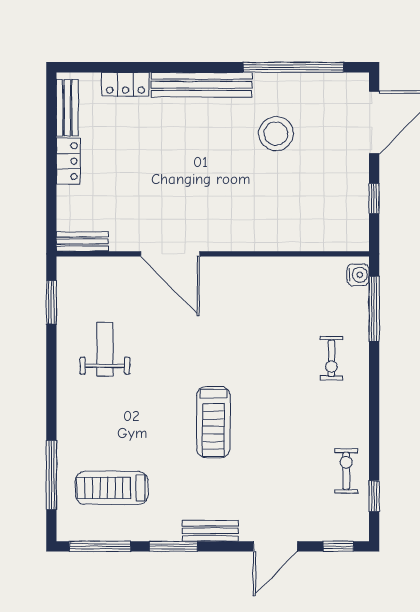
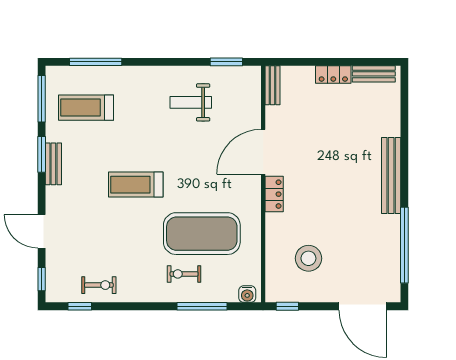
locker: (125, 84) -> (274, 194), moved, turned 180
stool: (276, 134) -> (308, 258), moved
window: (374, 199) -> (287, 306), moved
window: (374, 309) -> (202, 306), moved
exercise mat: (278, 335) -> (202, 234), added
weight bench: (105, 349) -> (191, 102), turned 180
treadmill: (112, 488) -> (86, 108), turned -90
bench: (210, 531) -> (53, 164), moved

